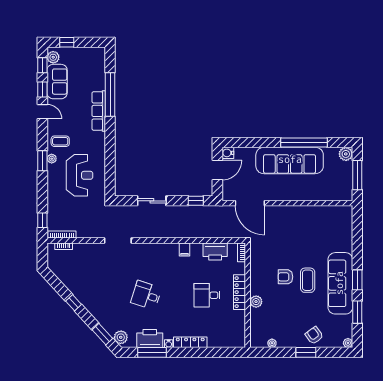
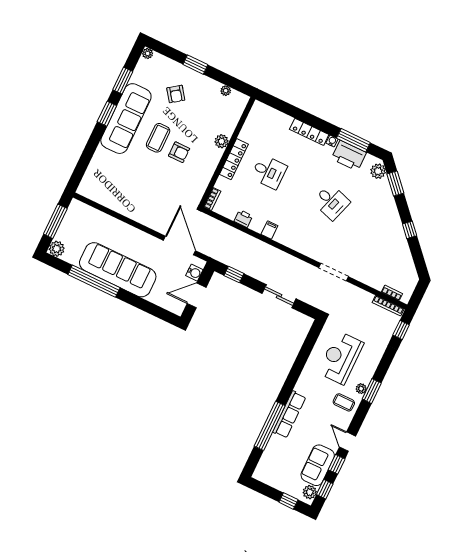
water cooler: (228, 153) -> (194, 273), moved
printer: (215, 251) -> (243, 219), width x0.53, depth x0.68
armchair: (314, 335) -> (176, 94), moved

